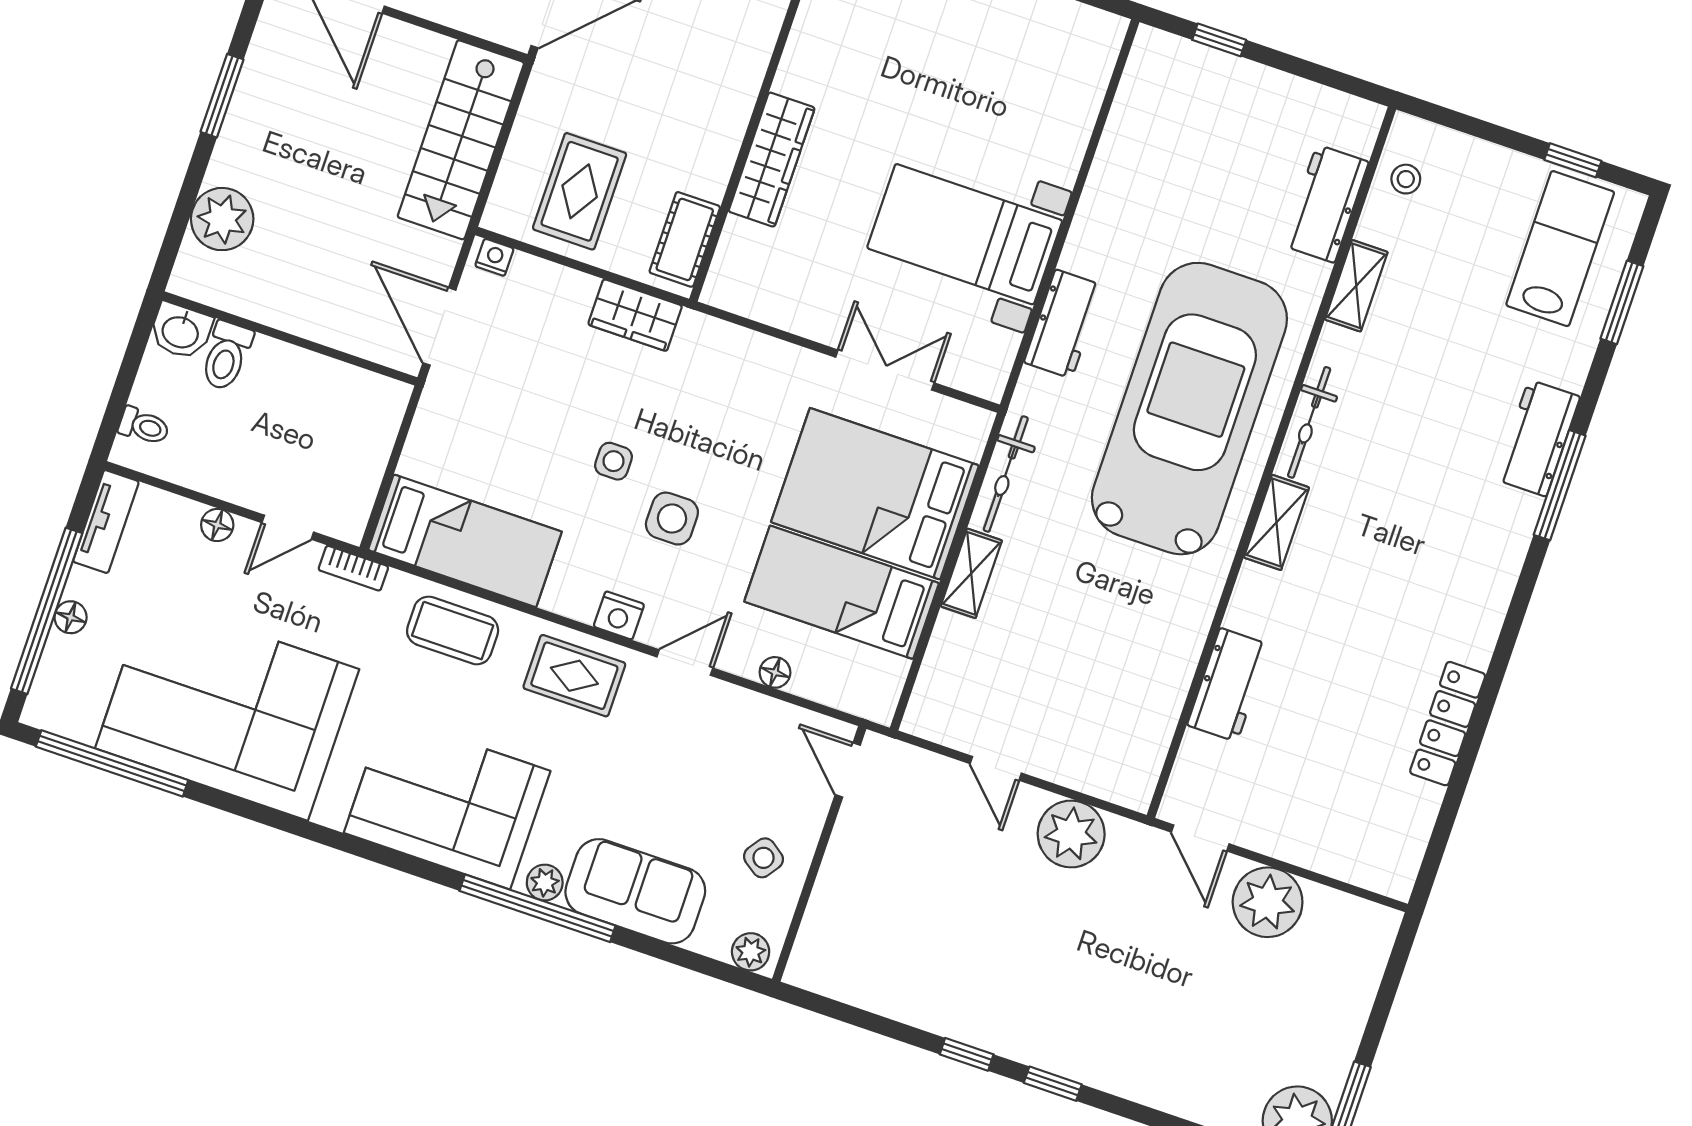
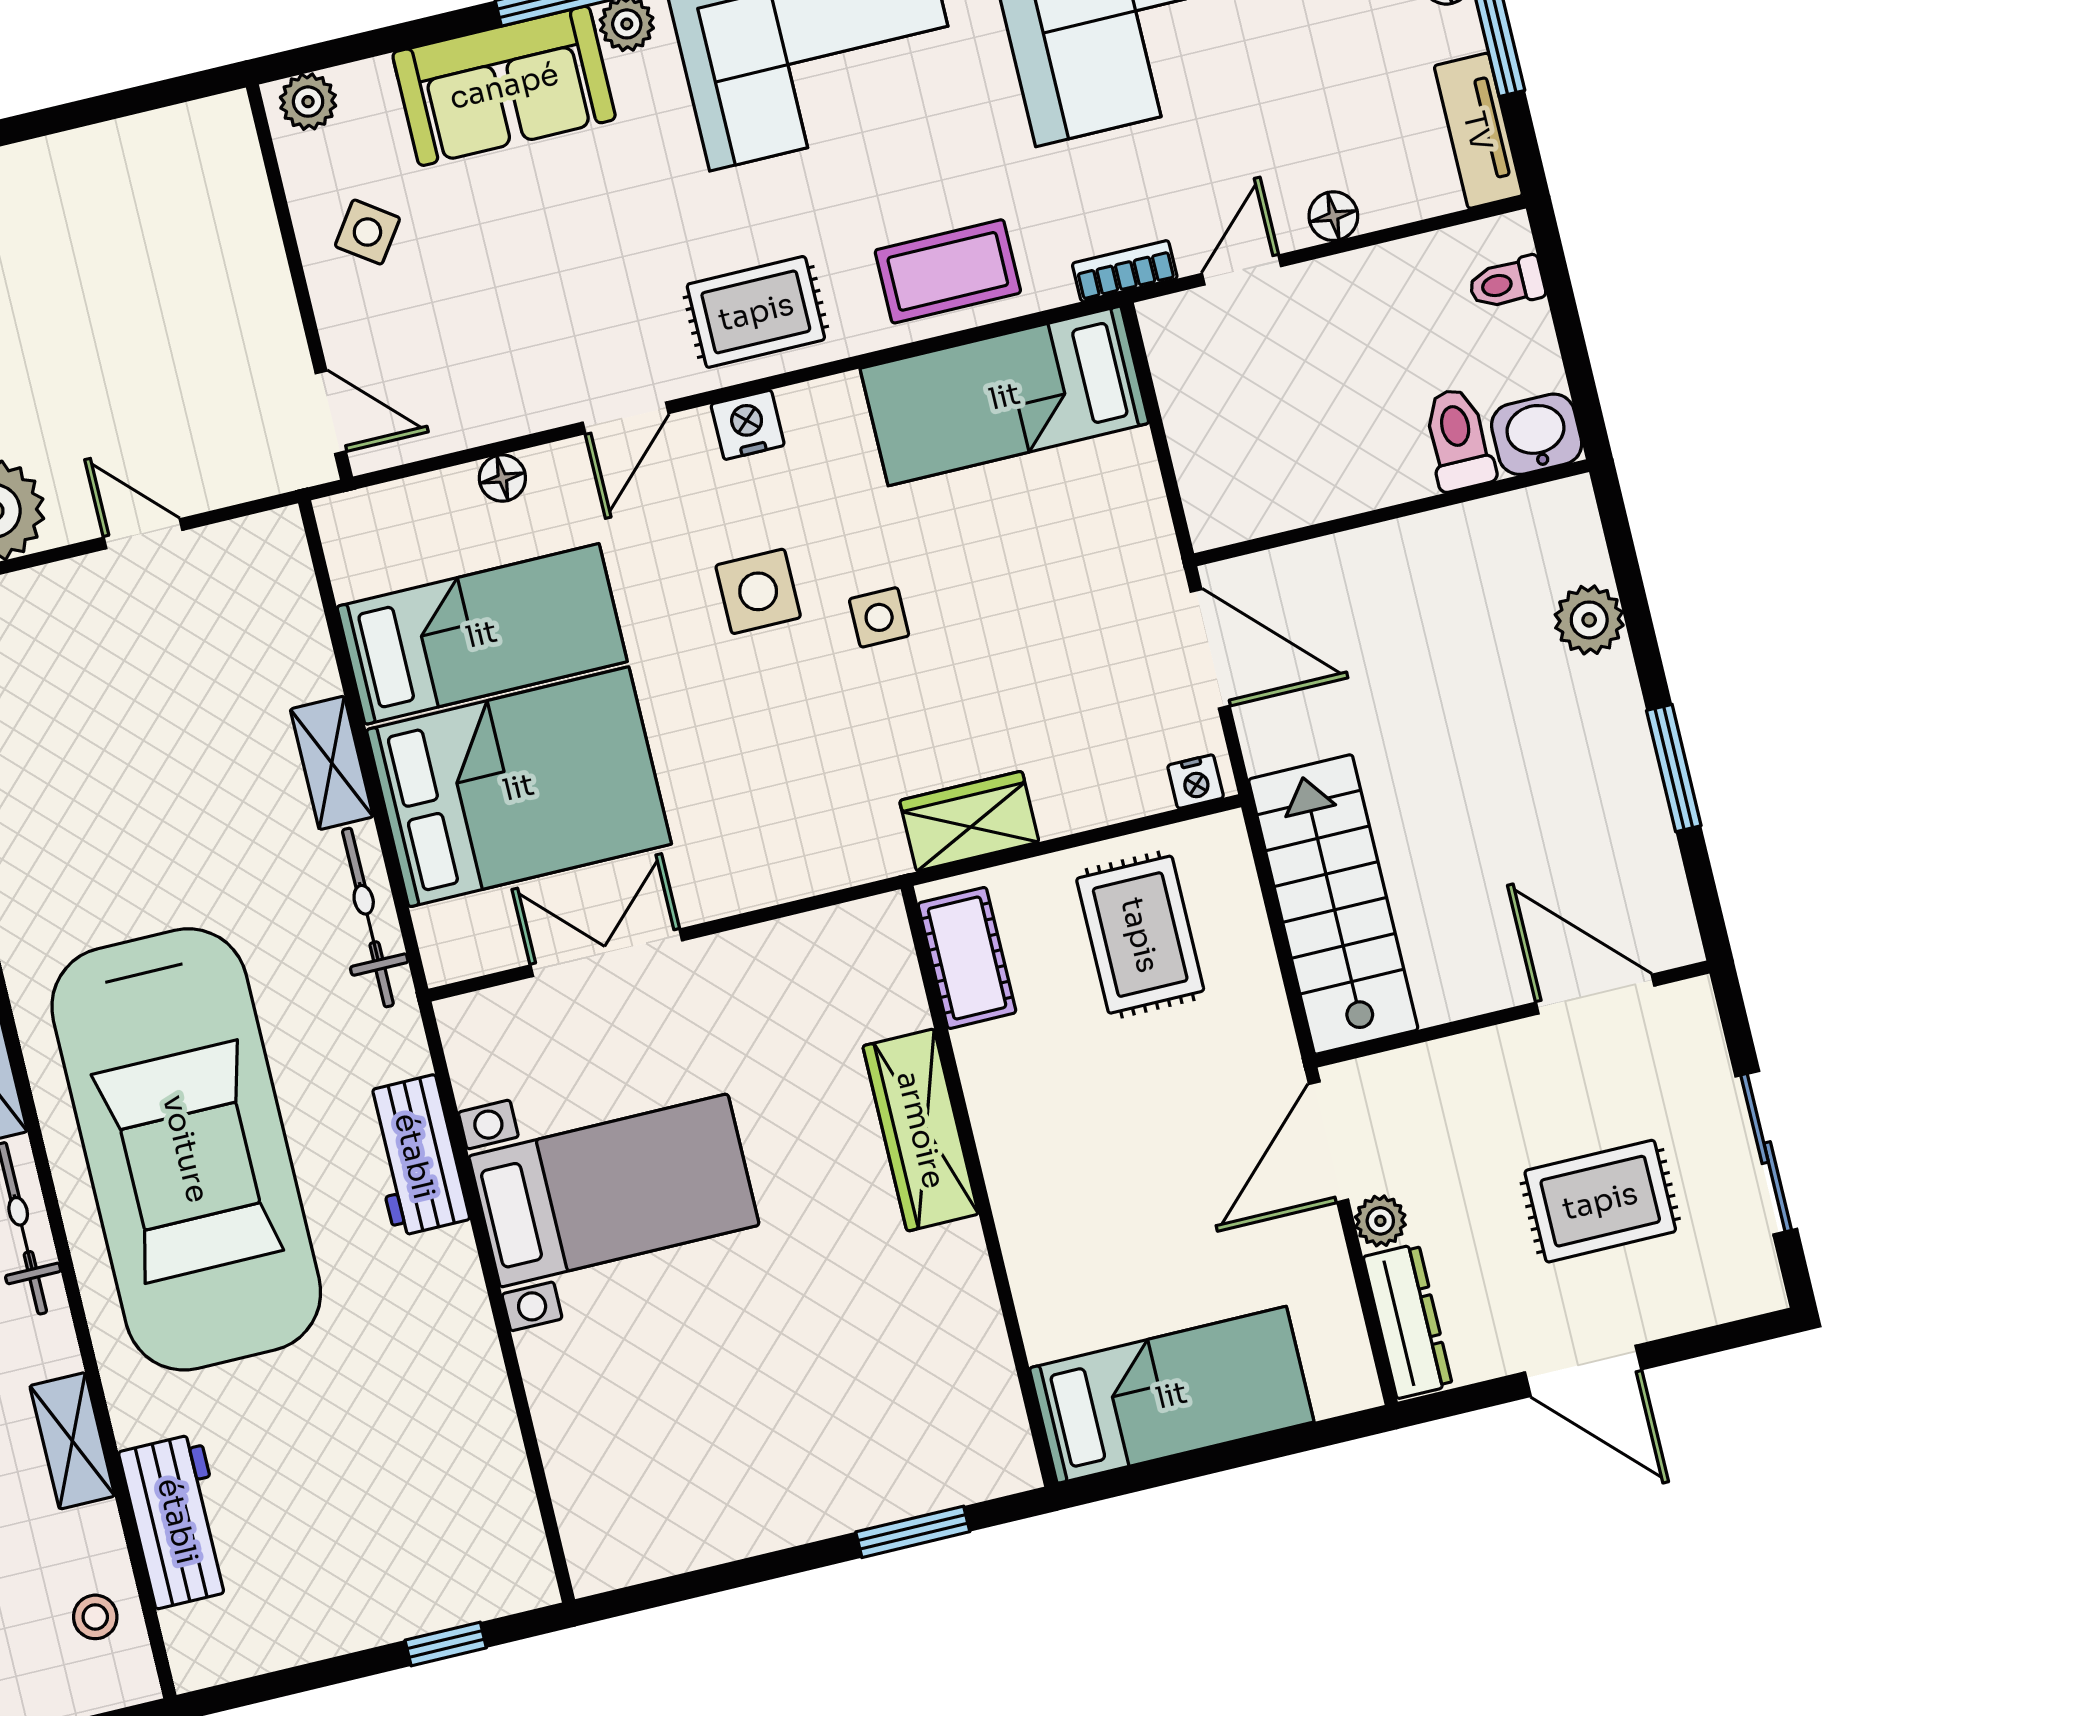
plant: (222, 219) -> (1589, 620), width x0.73, depth x0.73
double door: (885, 370) -> (606, 953), swing flipped

